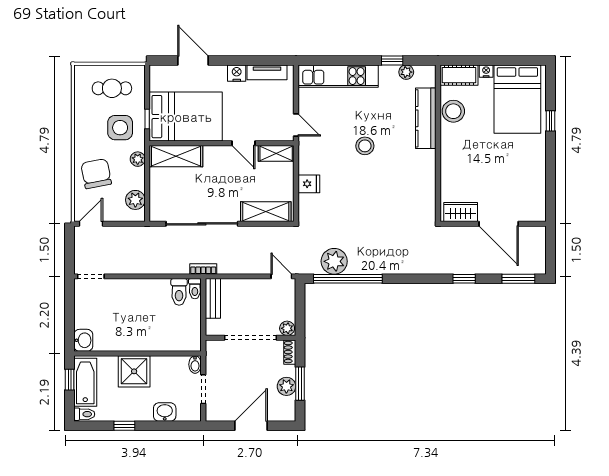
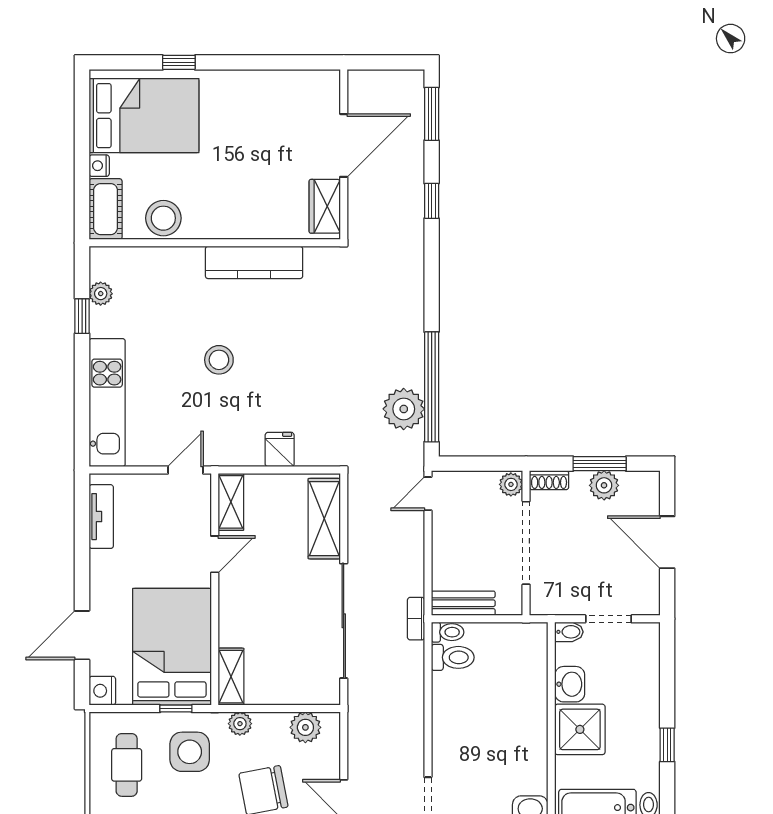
nightstand: (237, 73) -> (102, 691), moved
kitchen counter: (426, 118) -> (254, 262), moved
shelving: (176, 156) -> (231, 677), width x0.67, depth x0.75
washbasin: (165, 412) -> (570, 684), moved, turned 180

